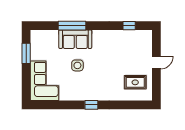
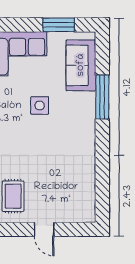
window: (129, 26) -> (102, 187), removed
sofa: (75, 39) -> (81, 65), moved

